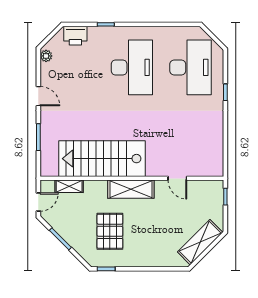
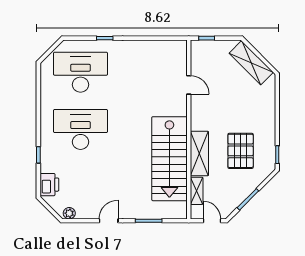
door: (177, 178) -> (189, 85), hinge flipped
shelving: (131, 189) -> (199, 153), moved
pallet: (110, 231) -> (241, 151), turned 90

